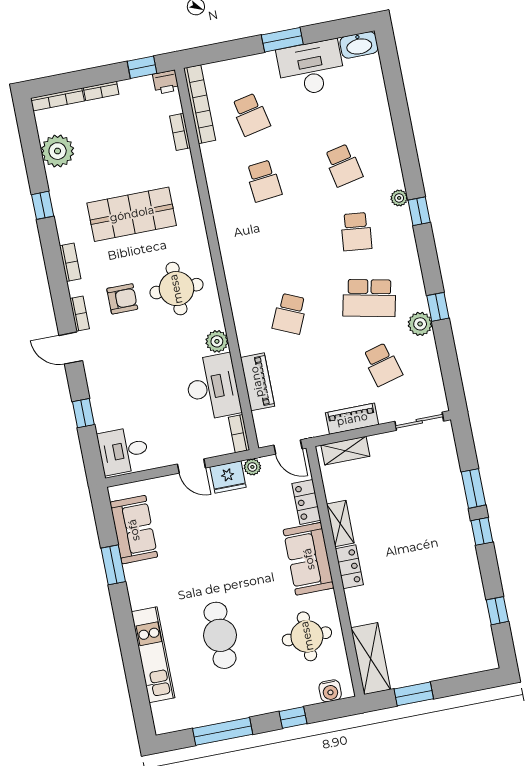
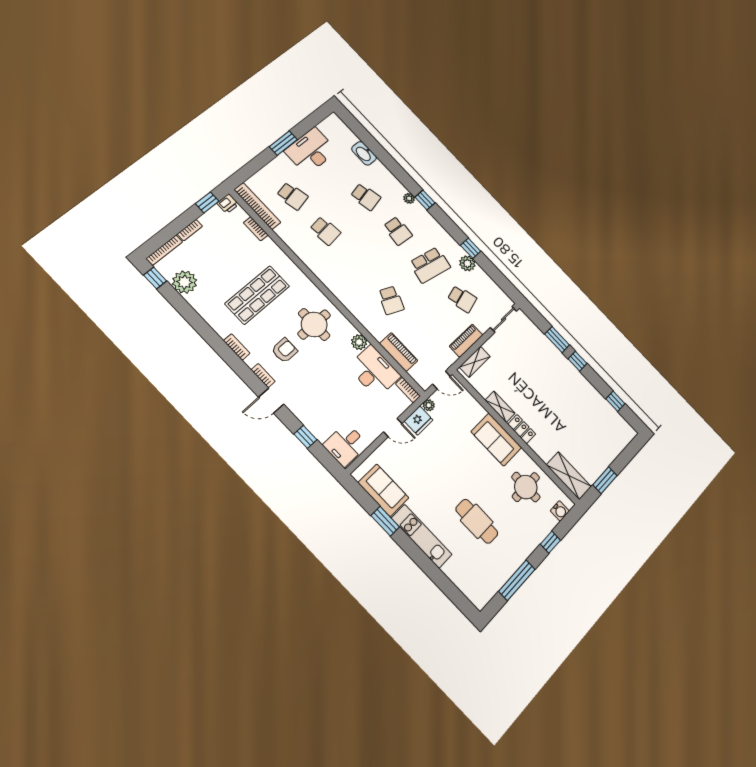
washbasin: (359, 45) -> (364, 153), moved, turned 90
window: (43, 205) -> (155, 278), moved
locker: (306, 502) -> (473, 406), removed
kitchen unit: (153, 655) -> (422, 536), moved

